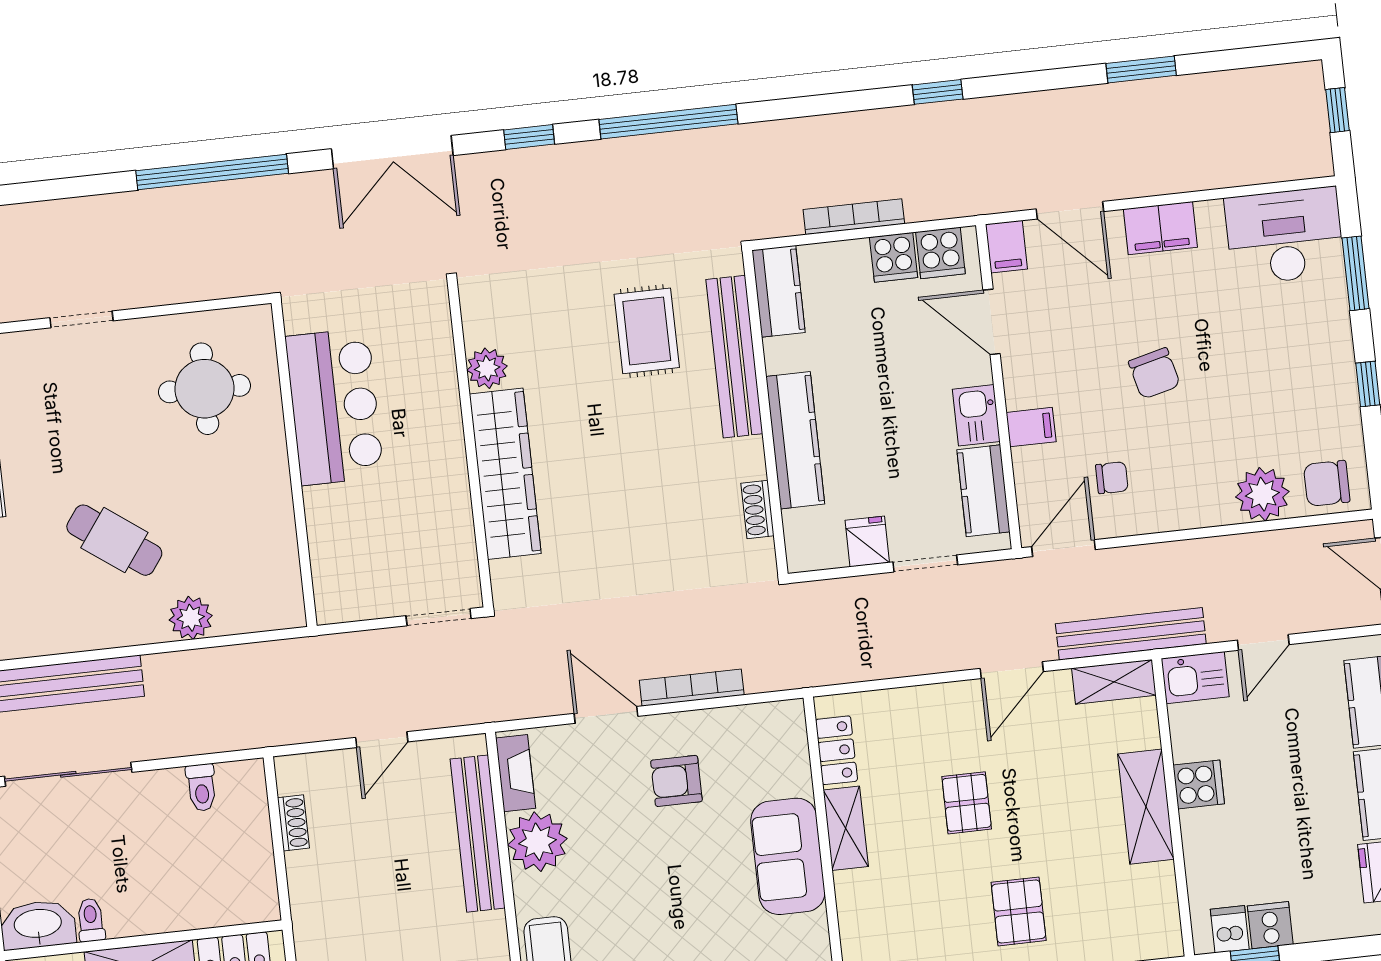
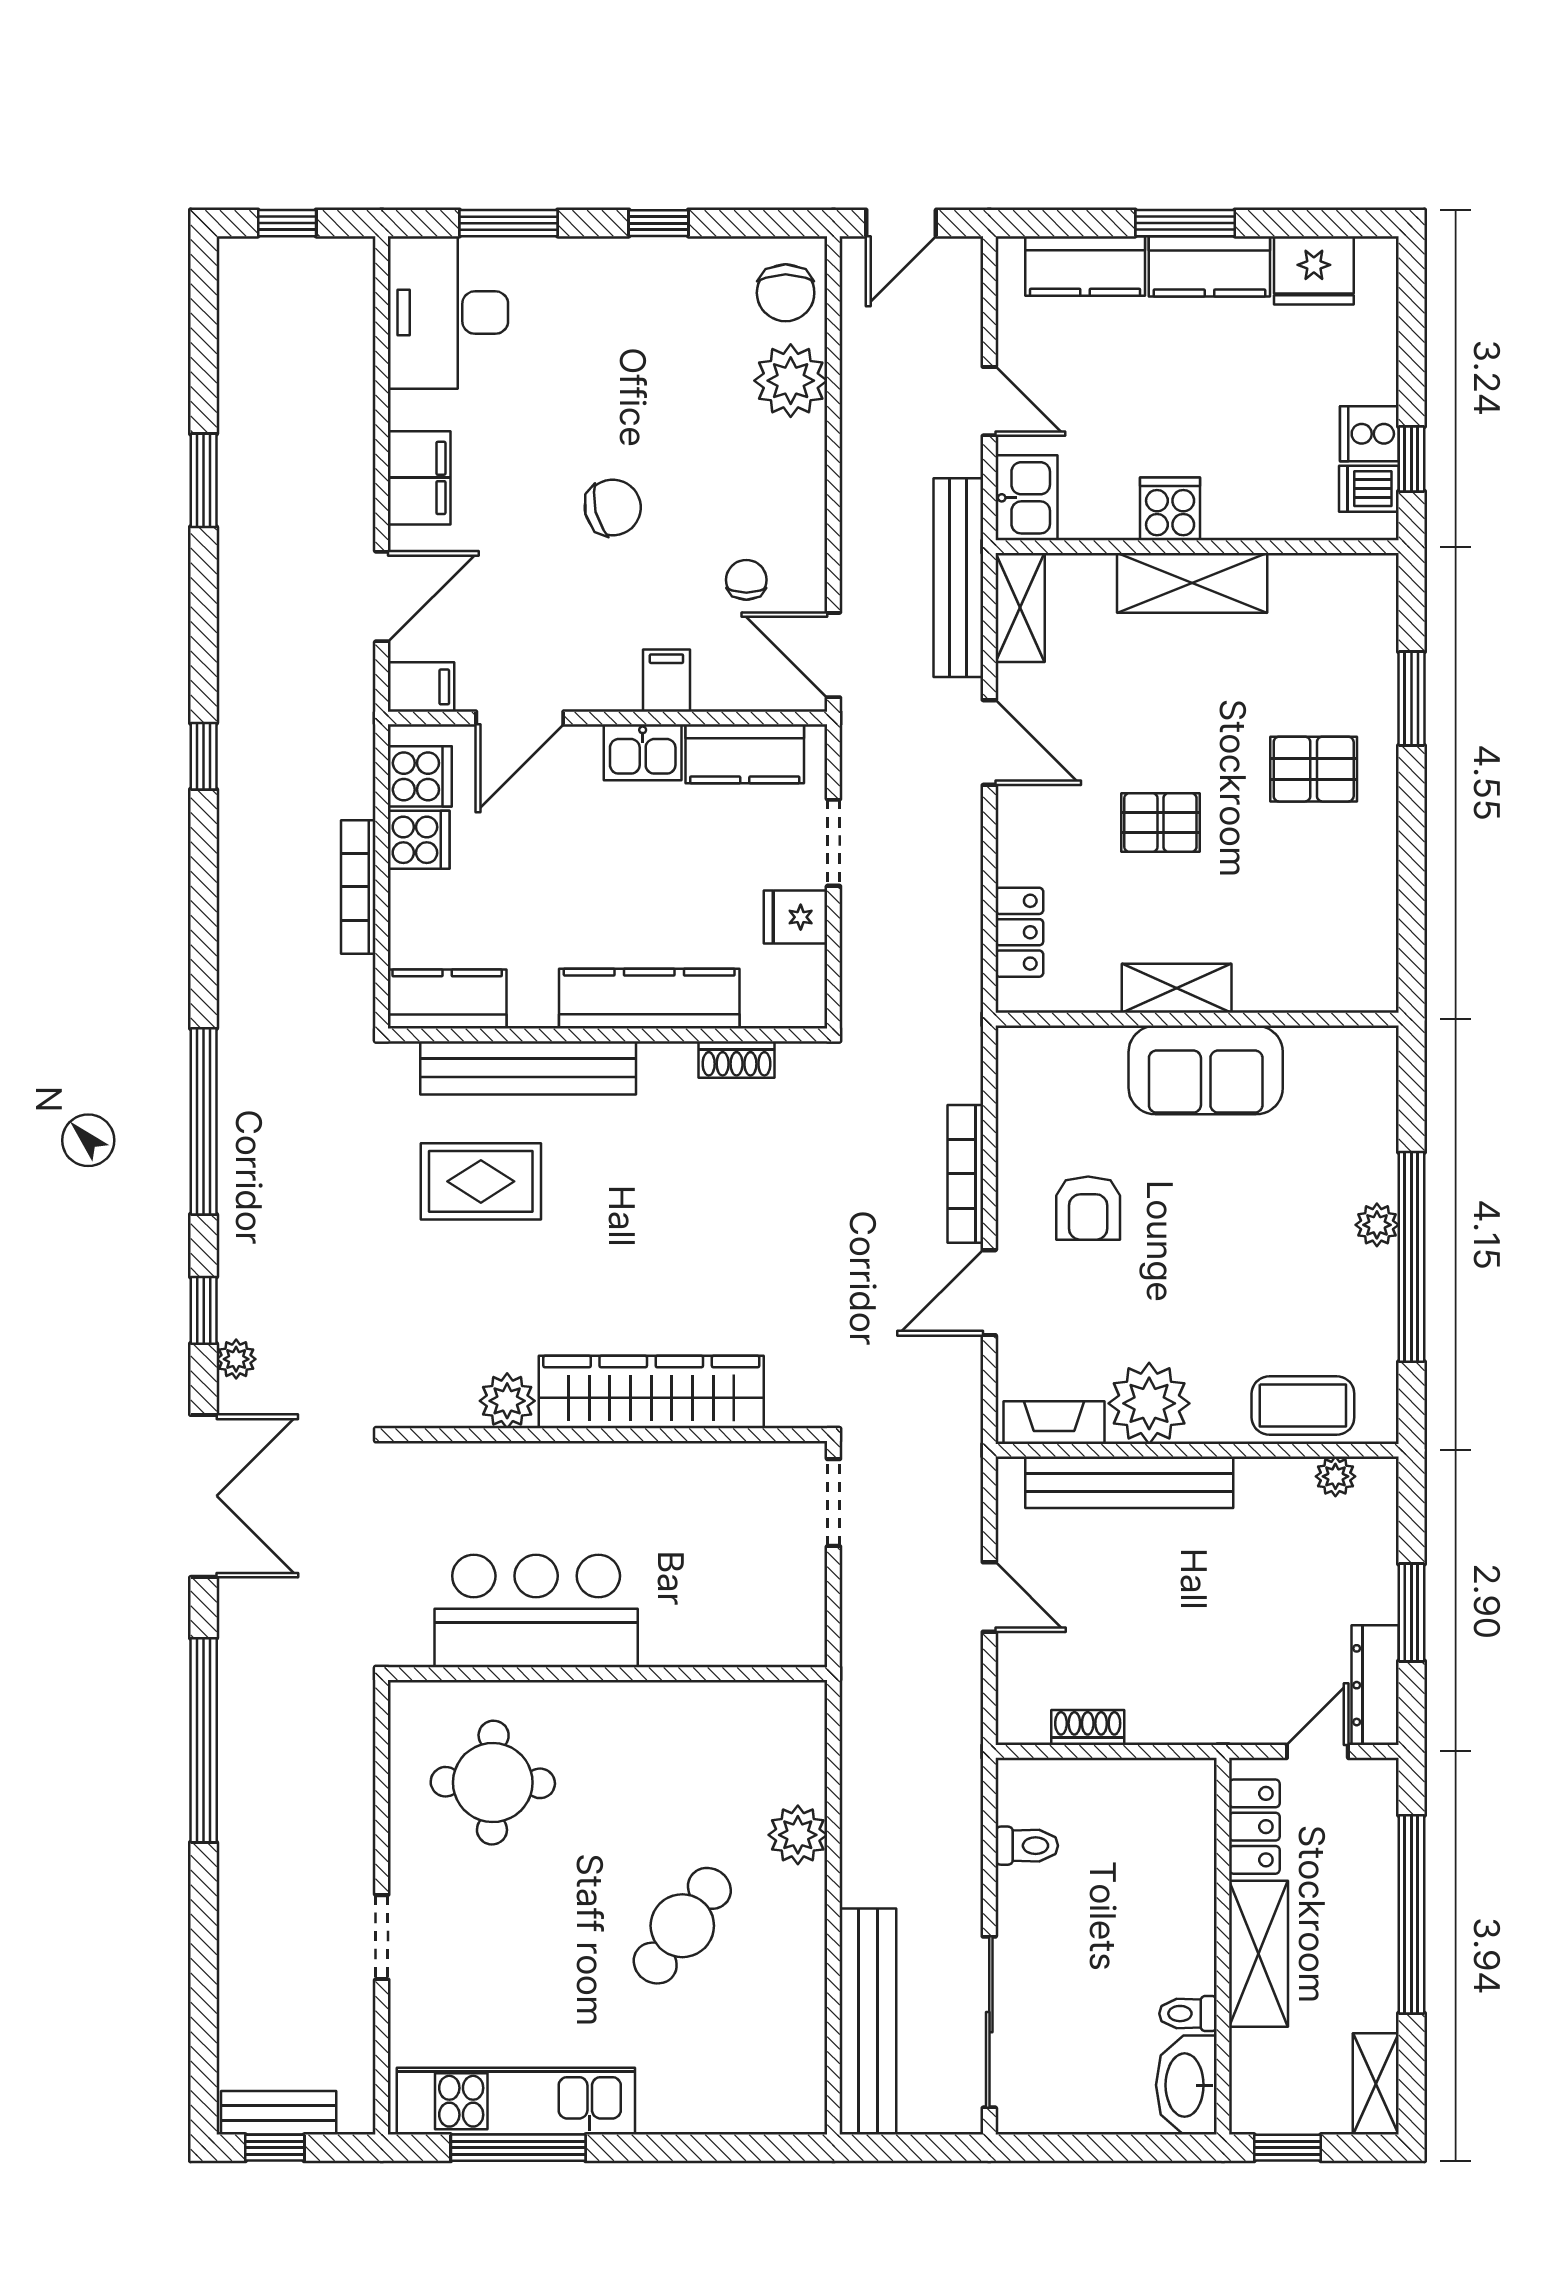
plant: (496, 165) -> (236, 1359), added
locker: (836, 750) -> (1019, 932), moved, turned 90

